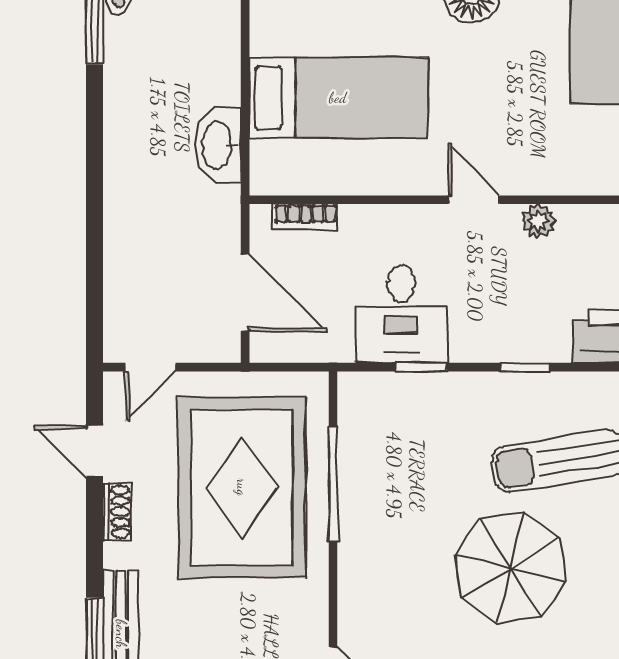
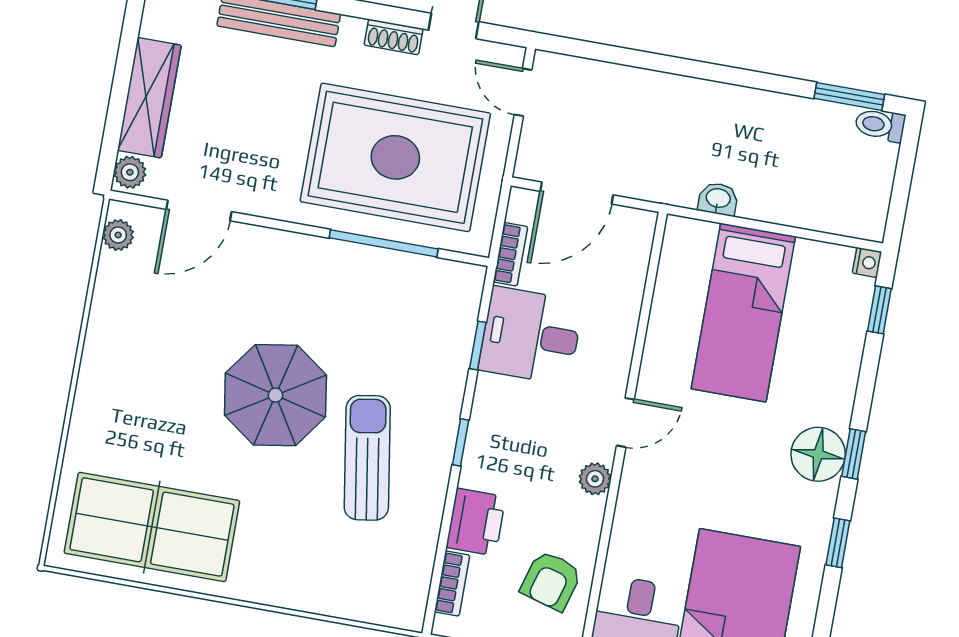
washbasin: (218, 145) -> (718, 199), width x0.52, depth x0.69
bookcase: (306, 217) -> (510, 254), moved, turned 180

